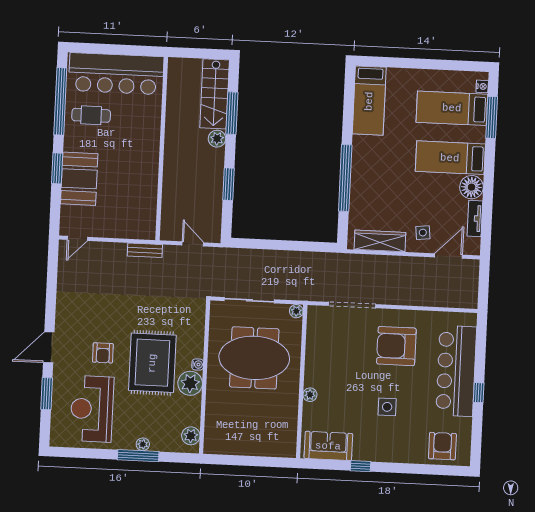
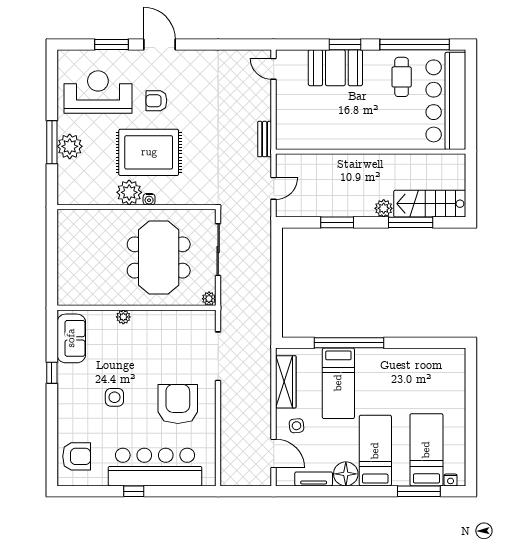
bed: (369, 101) -> (338, 383), moved, turned -90
plant: (191, 436) -> (75, 196), removed
plant: (143, 444) -> (70, 146), width x1.87, depth x1.87

